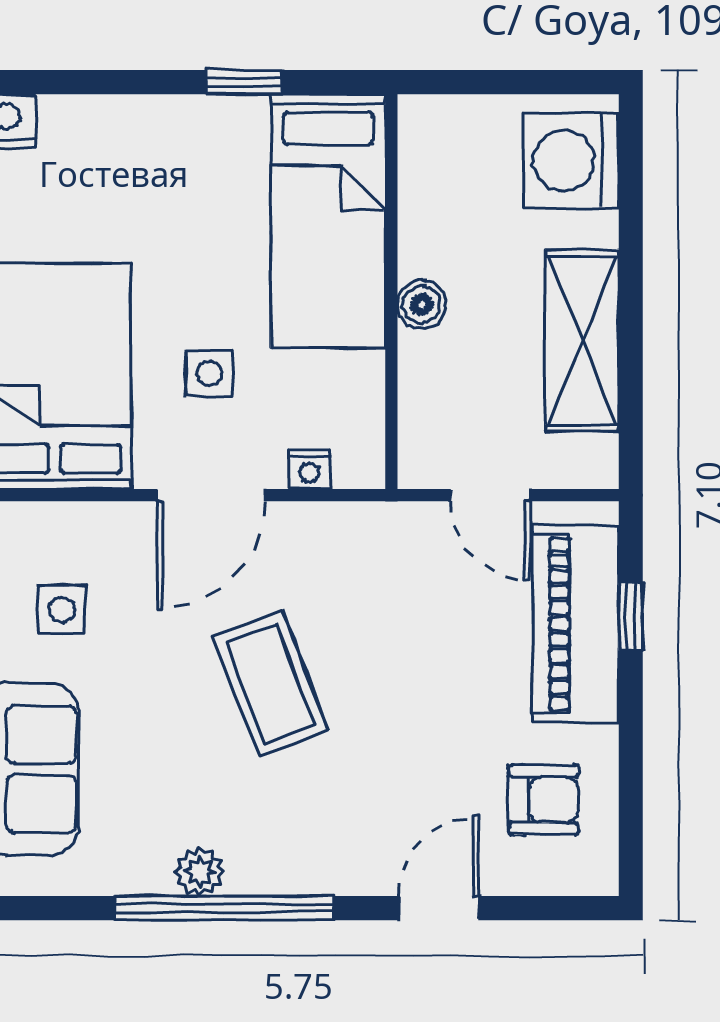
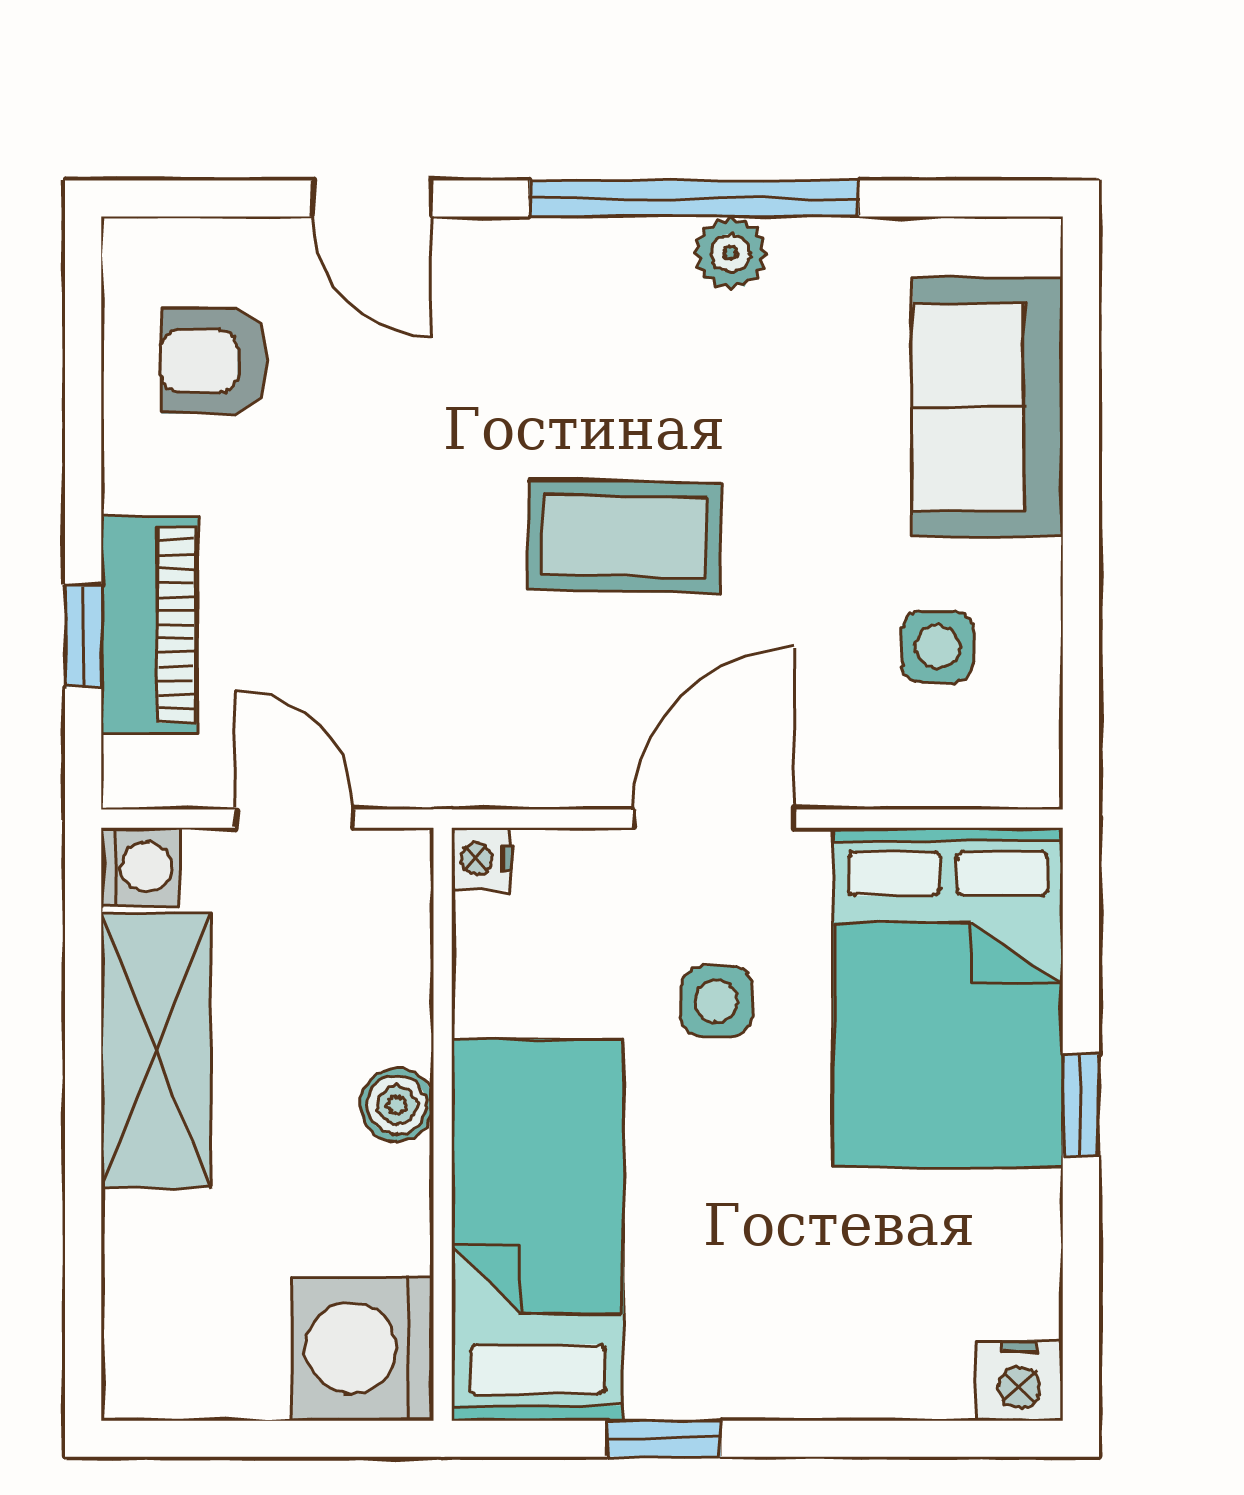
washing machine: (571, 160) -> (362, 1348), moved, turned 180
washing machine: (593, 463) -> (141, 867), added
nightstand: (309, 469) -> (481, 859), moved, turned -90
piano: (576, 624) -> (150, 625), width x0.73, depth x0.75
coffee table: (271, 683) -> (624, 537), turned -68
door: (439, 908) -> (372, 198), hinge flipped

